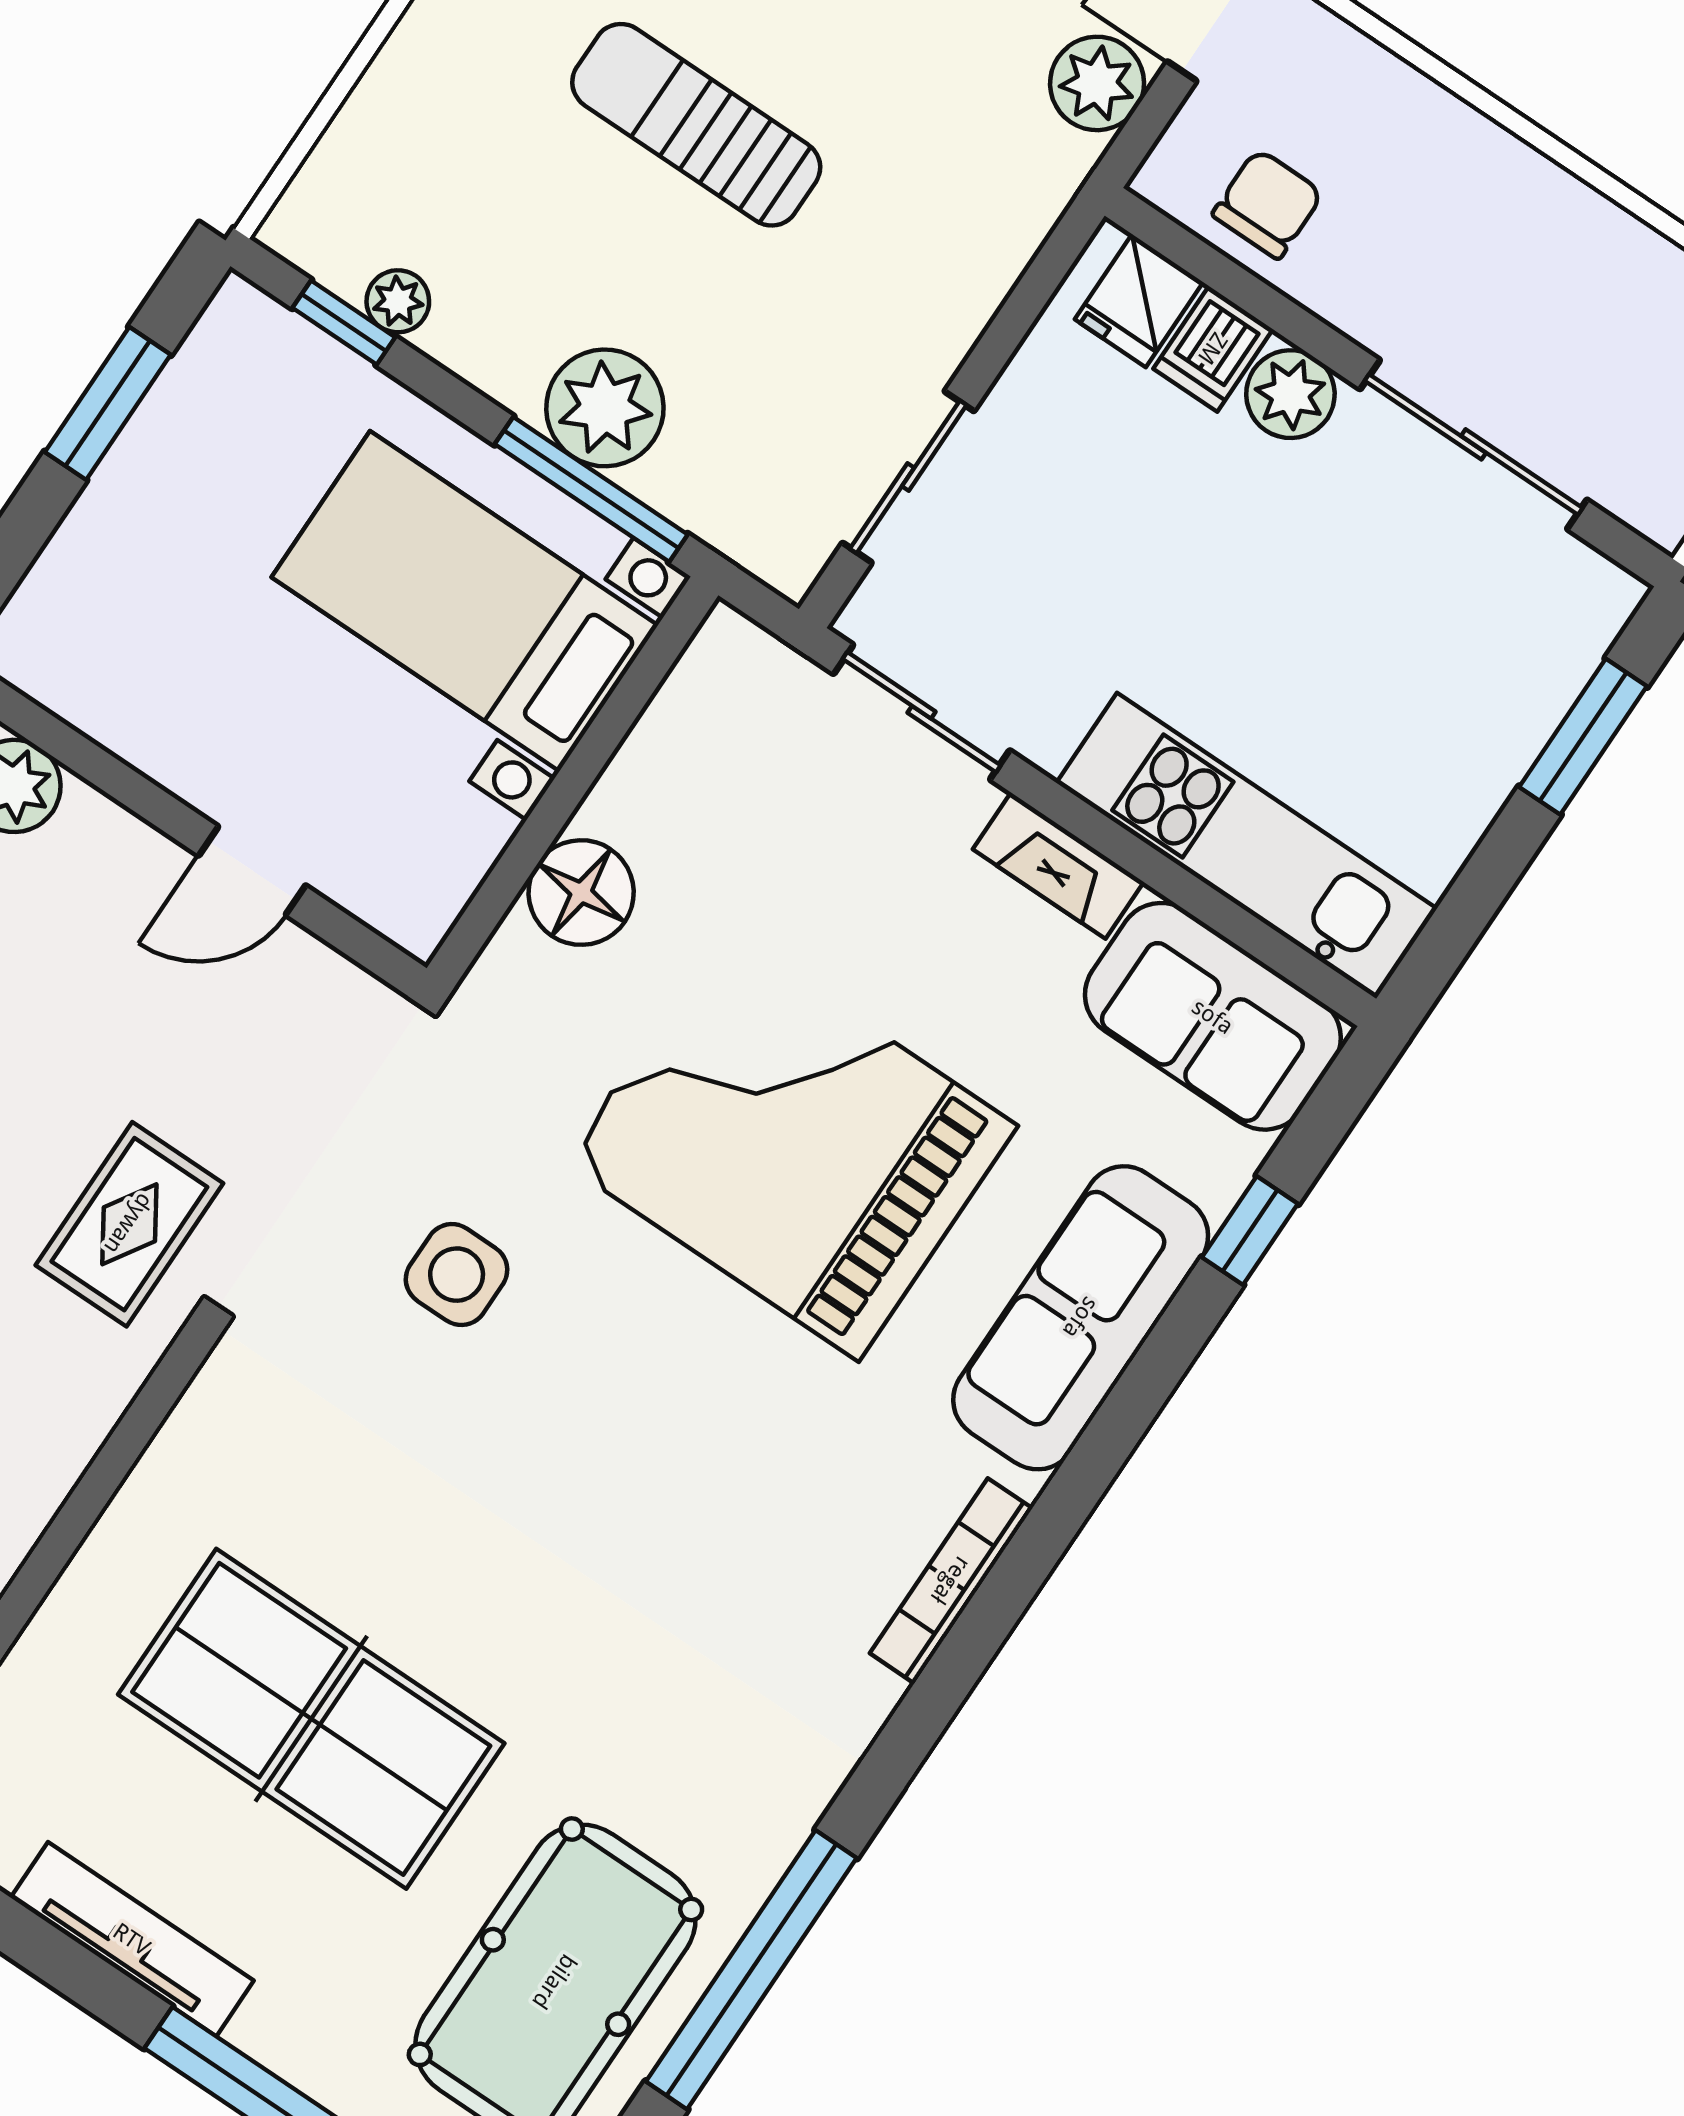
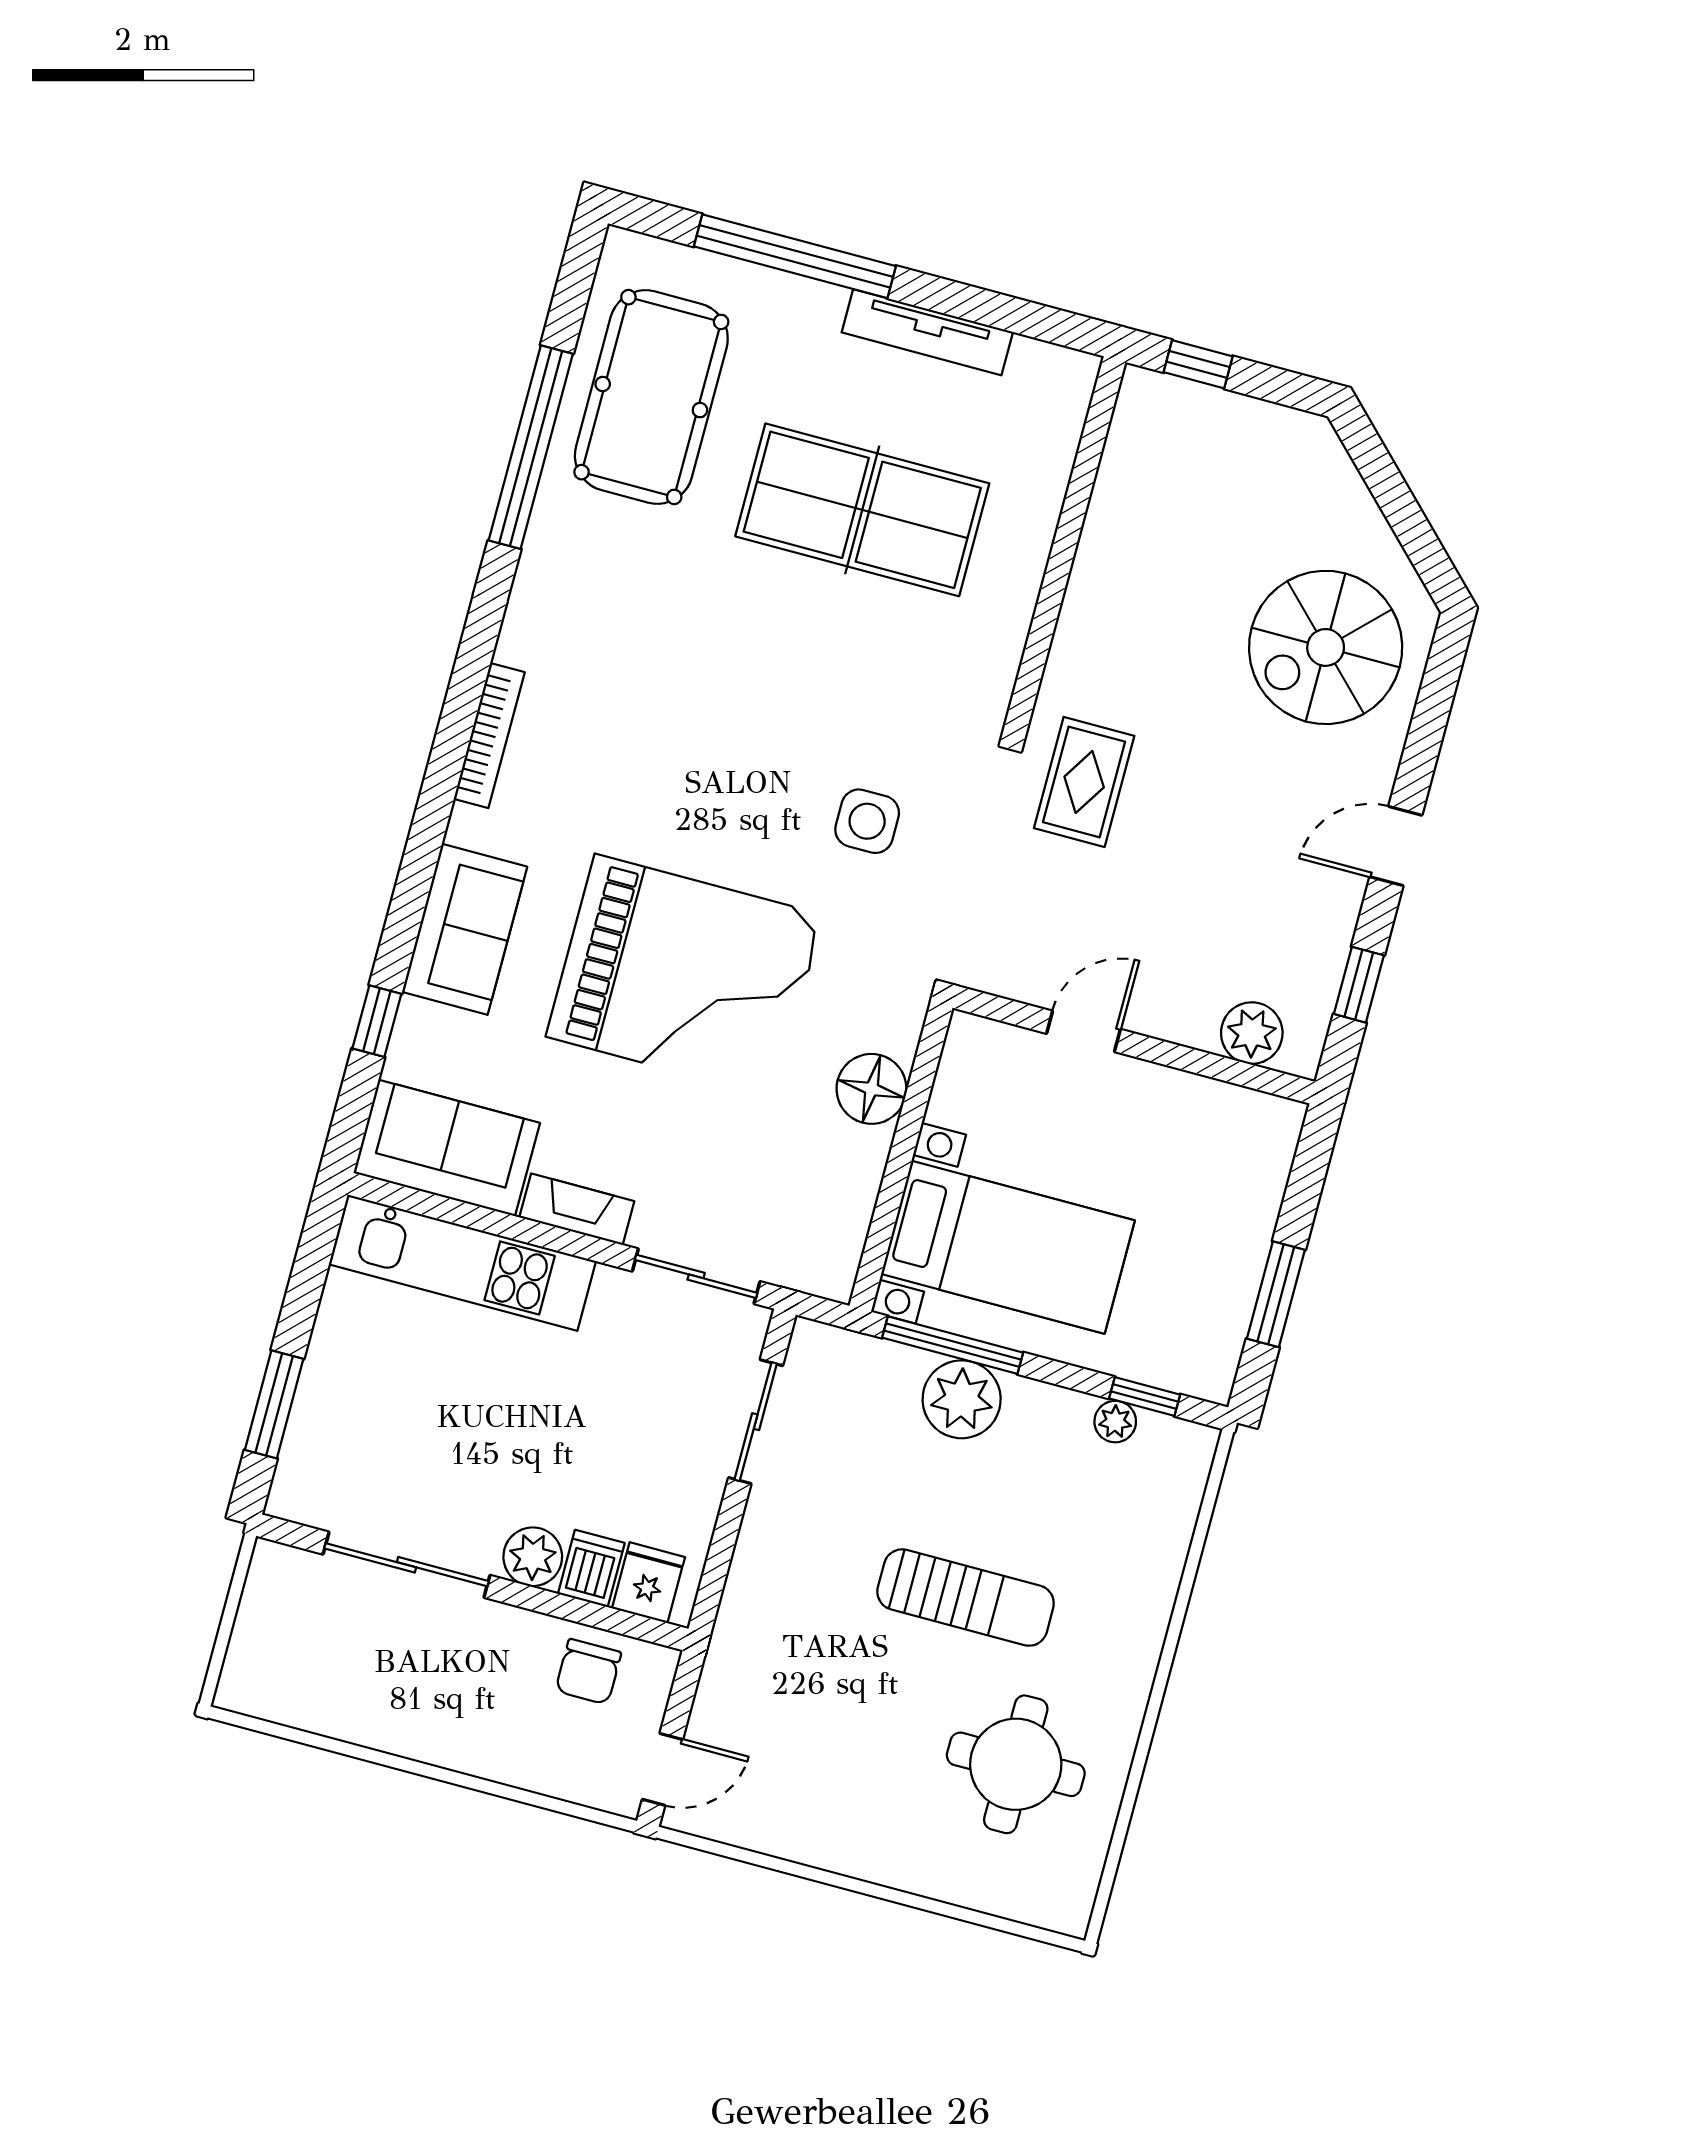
plant: (1097, 83) -> (722, 1710), removed
sofa: (1081, 1318) -> (465, 929), width x0.73

